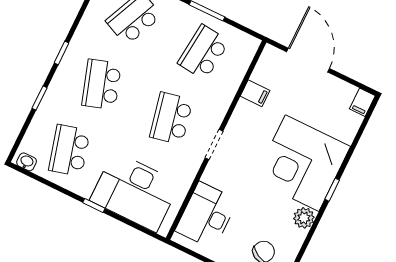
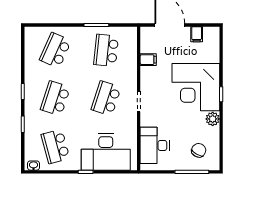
school desk: (102, 84) -> (55, 98), turned 36
filing cabinet: (362, 102) -> (197, 34), moved
school desk: (171, 118) -> (106, 98), turned 30

